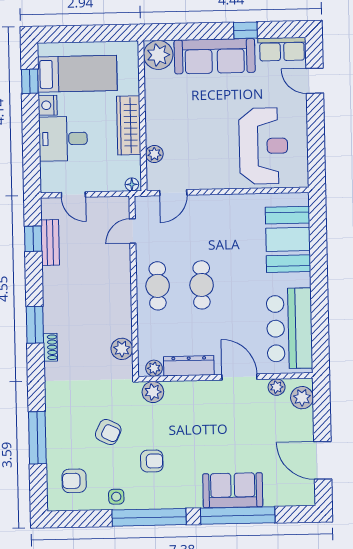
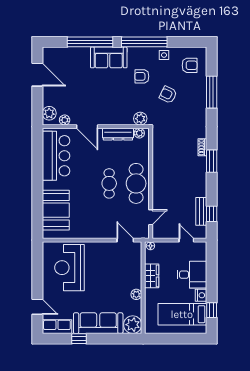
wardrobe: (129, 125) -> (152, 276), width x0.67
plant: (154, 154) -> (136, 294), moved
door: (173, 193) -> (125, 240), hinge flipped
cafe table: (158, 286) -> (136, 183), width x1.37, depth x1.35
plant: (122, 349) -> (159, 145), removed
sofa: (233, 490) -> (109, 57), moved

